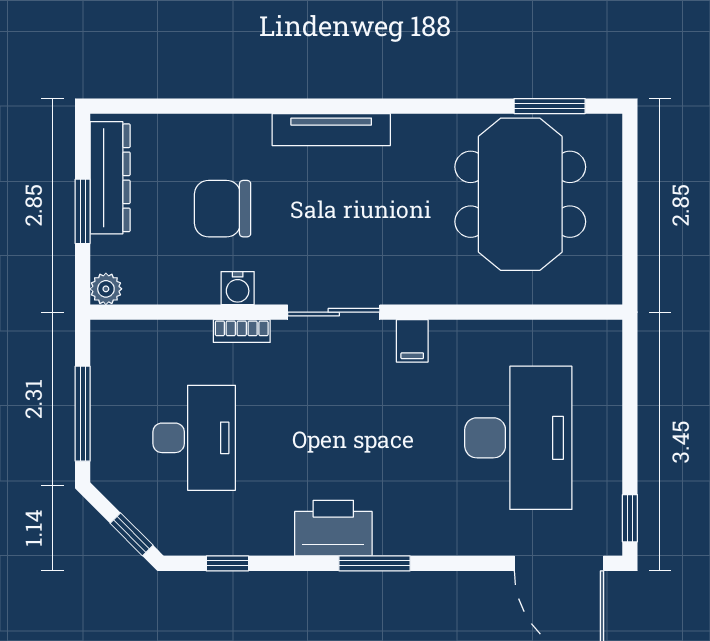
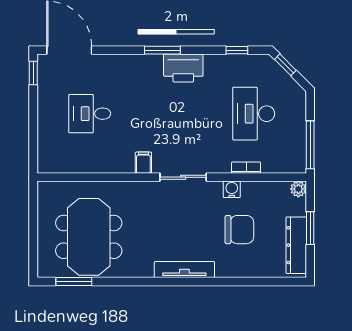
bookcase: (242, 331) -> (246, 168), moved
window: (83, 414) -> (310, 145), moved
desk: (518, 438) -> (90, 114), width x0.53, depth x0.77

